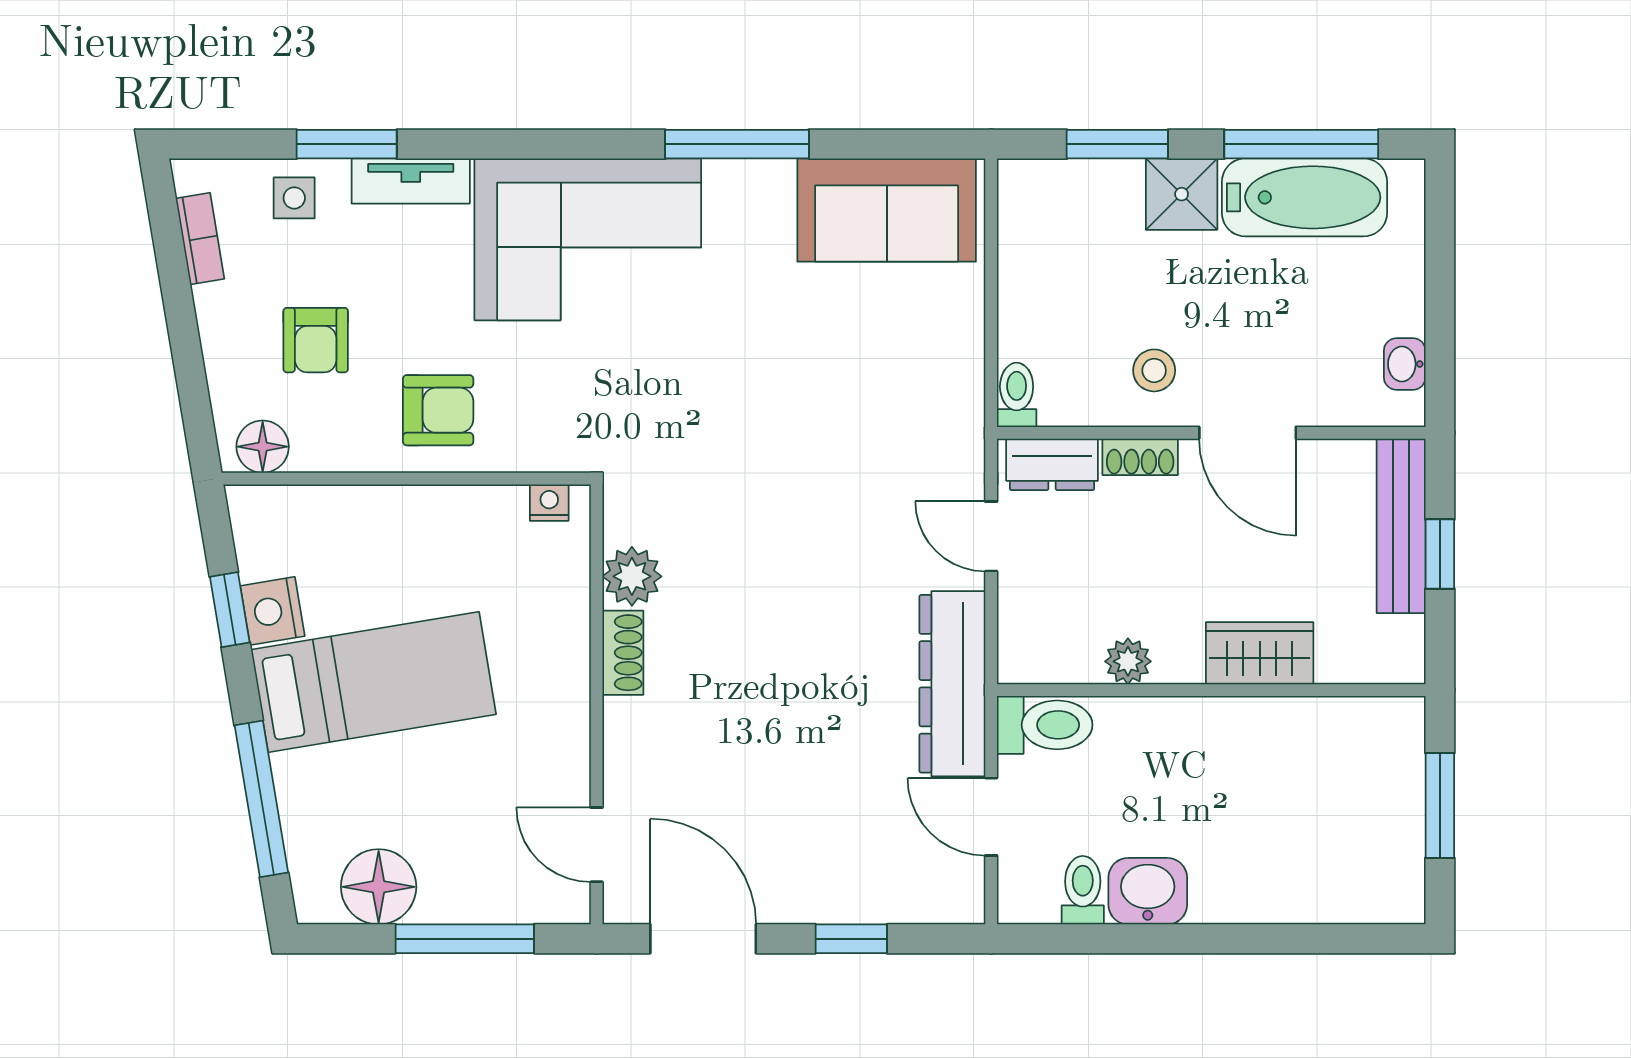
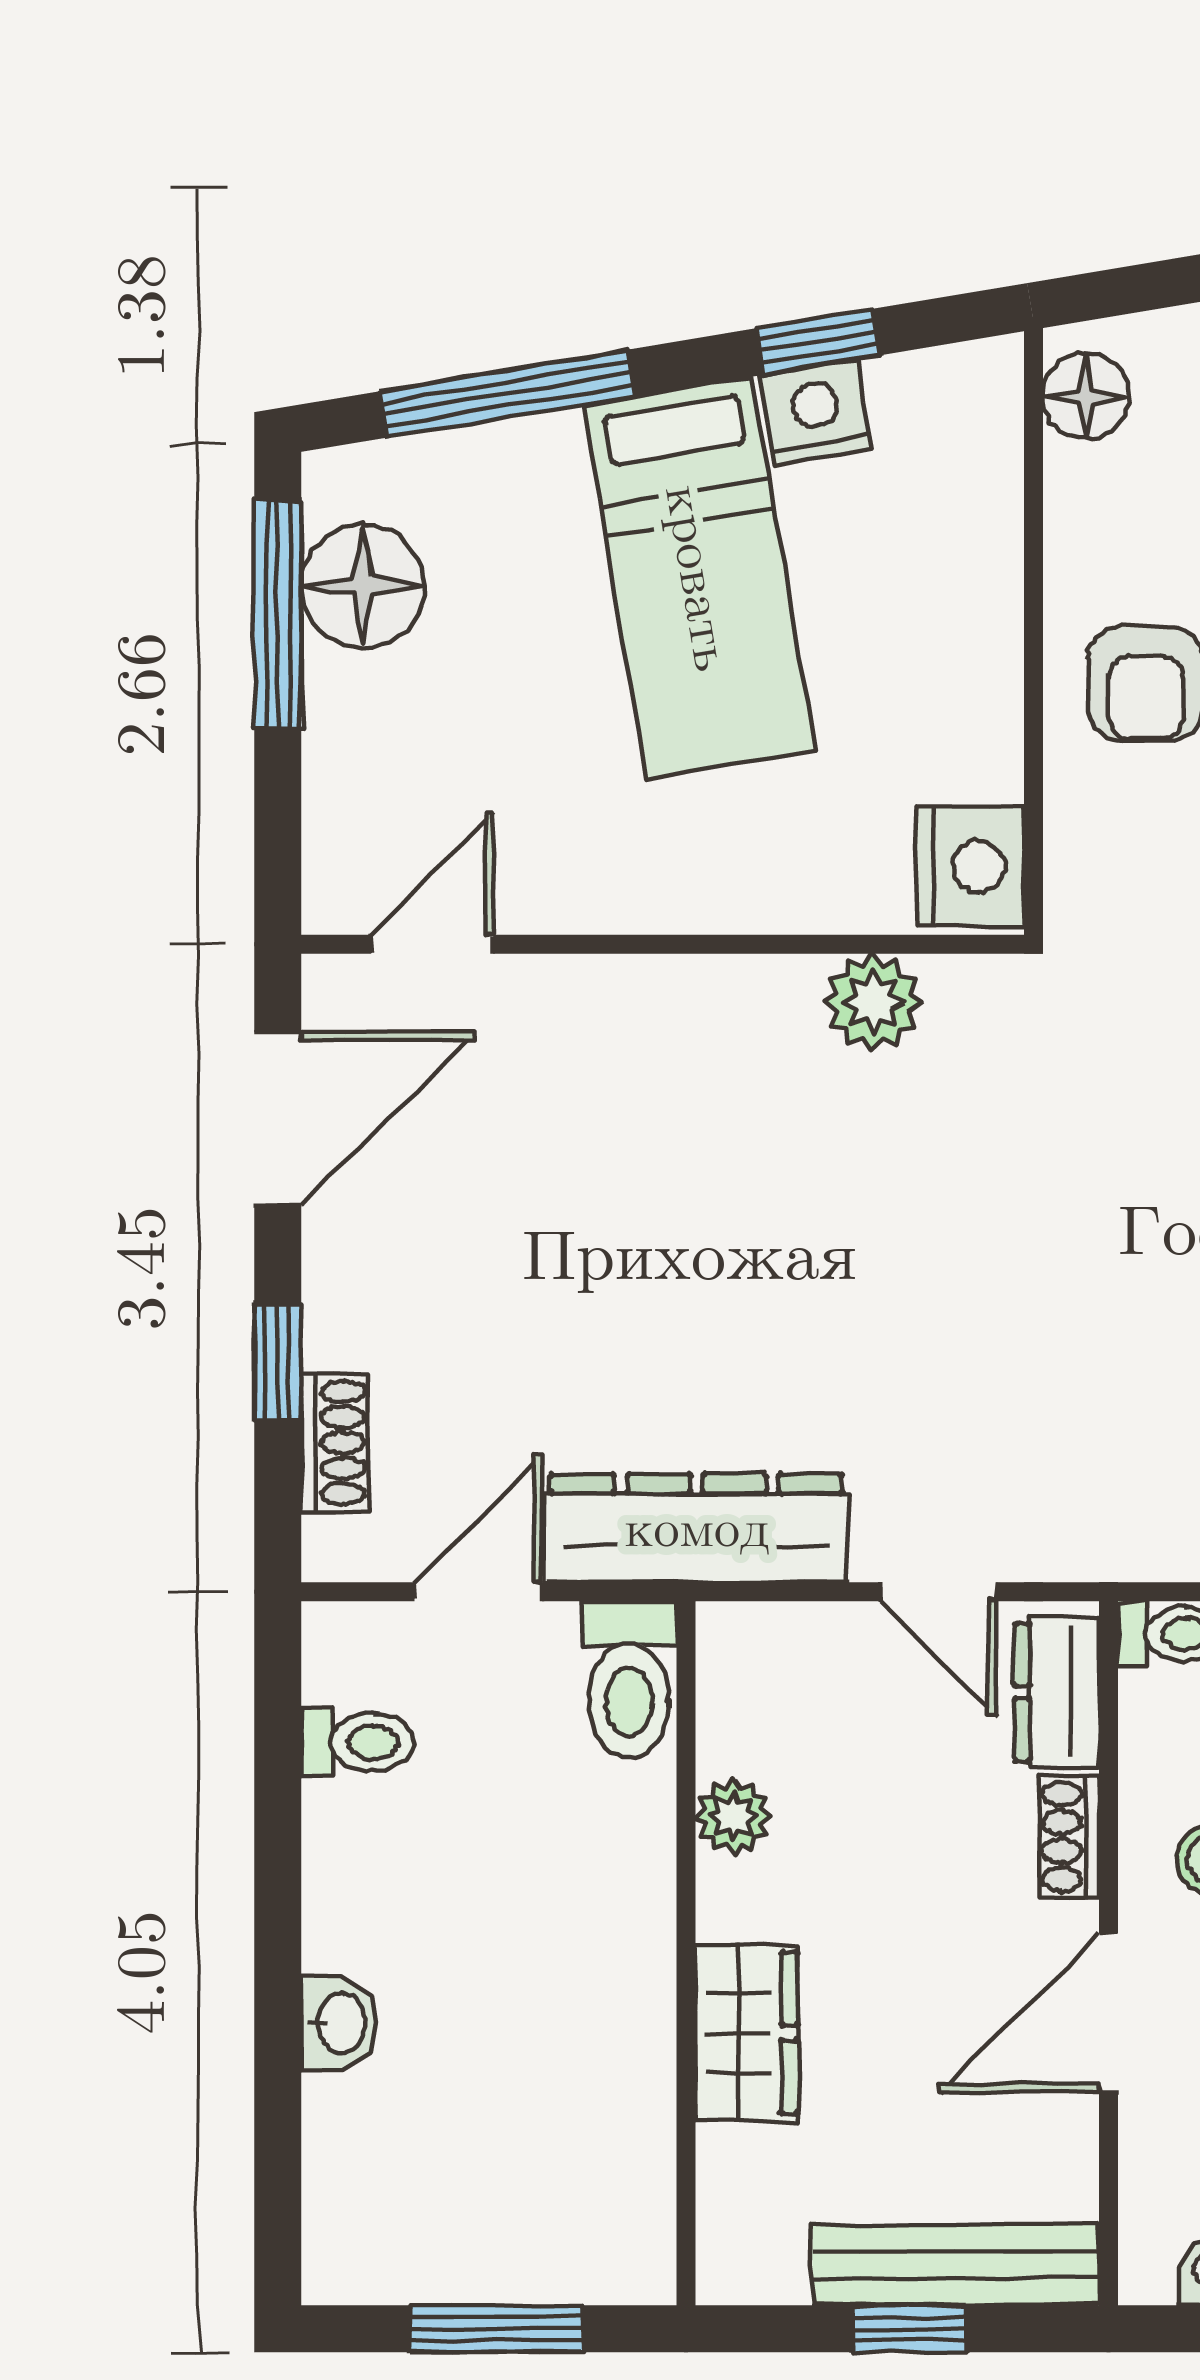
nightstand: (549, 503) -> (970, 866), width x1.89, depth x1.79
door: (991, 536) -> (938, 1592), swing flipped
shoe rack: (623, 653) -> (335, 1443), moved, turned -90
washbasin: (1148, 891) -> (339, 2023), moved, width x0.72, depth x0.69
window: (465, 939) -> (278, 614), moved

